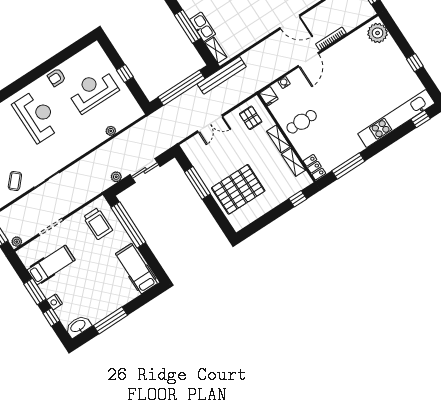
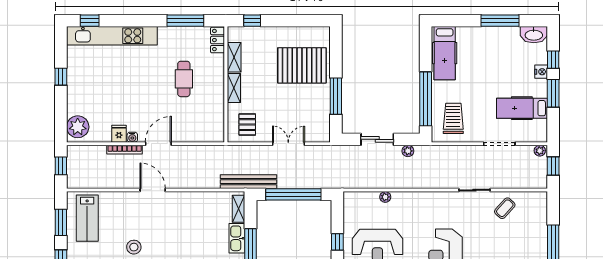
water cooler: (284, 83) -> (132, 137), moved
fridge: (269, 96) -> (119, 134), moved
cafe table: (302, 122) -> (184, 79), moved, turned 90

